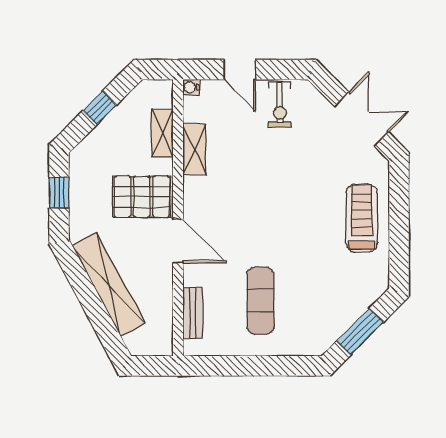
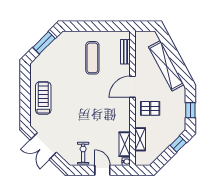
window: (100, 108) -> (178, 144), moved
shelving: (194, 149) -> (125, 144), moved
pallet: (142, 197) -> (150, 108), width x0.67, depth x0.71
treadmill: (362, 218) -> (43, 98), turned 180
door: (178, 241) -> (133, 87), hinge flipped

